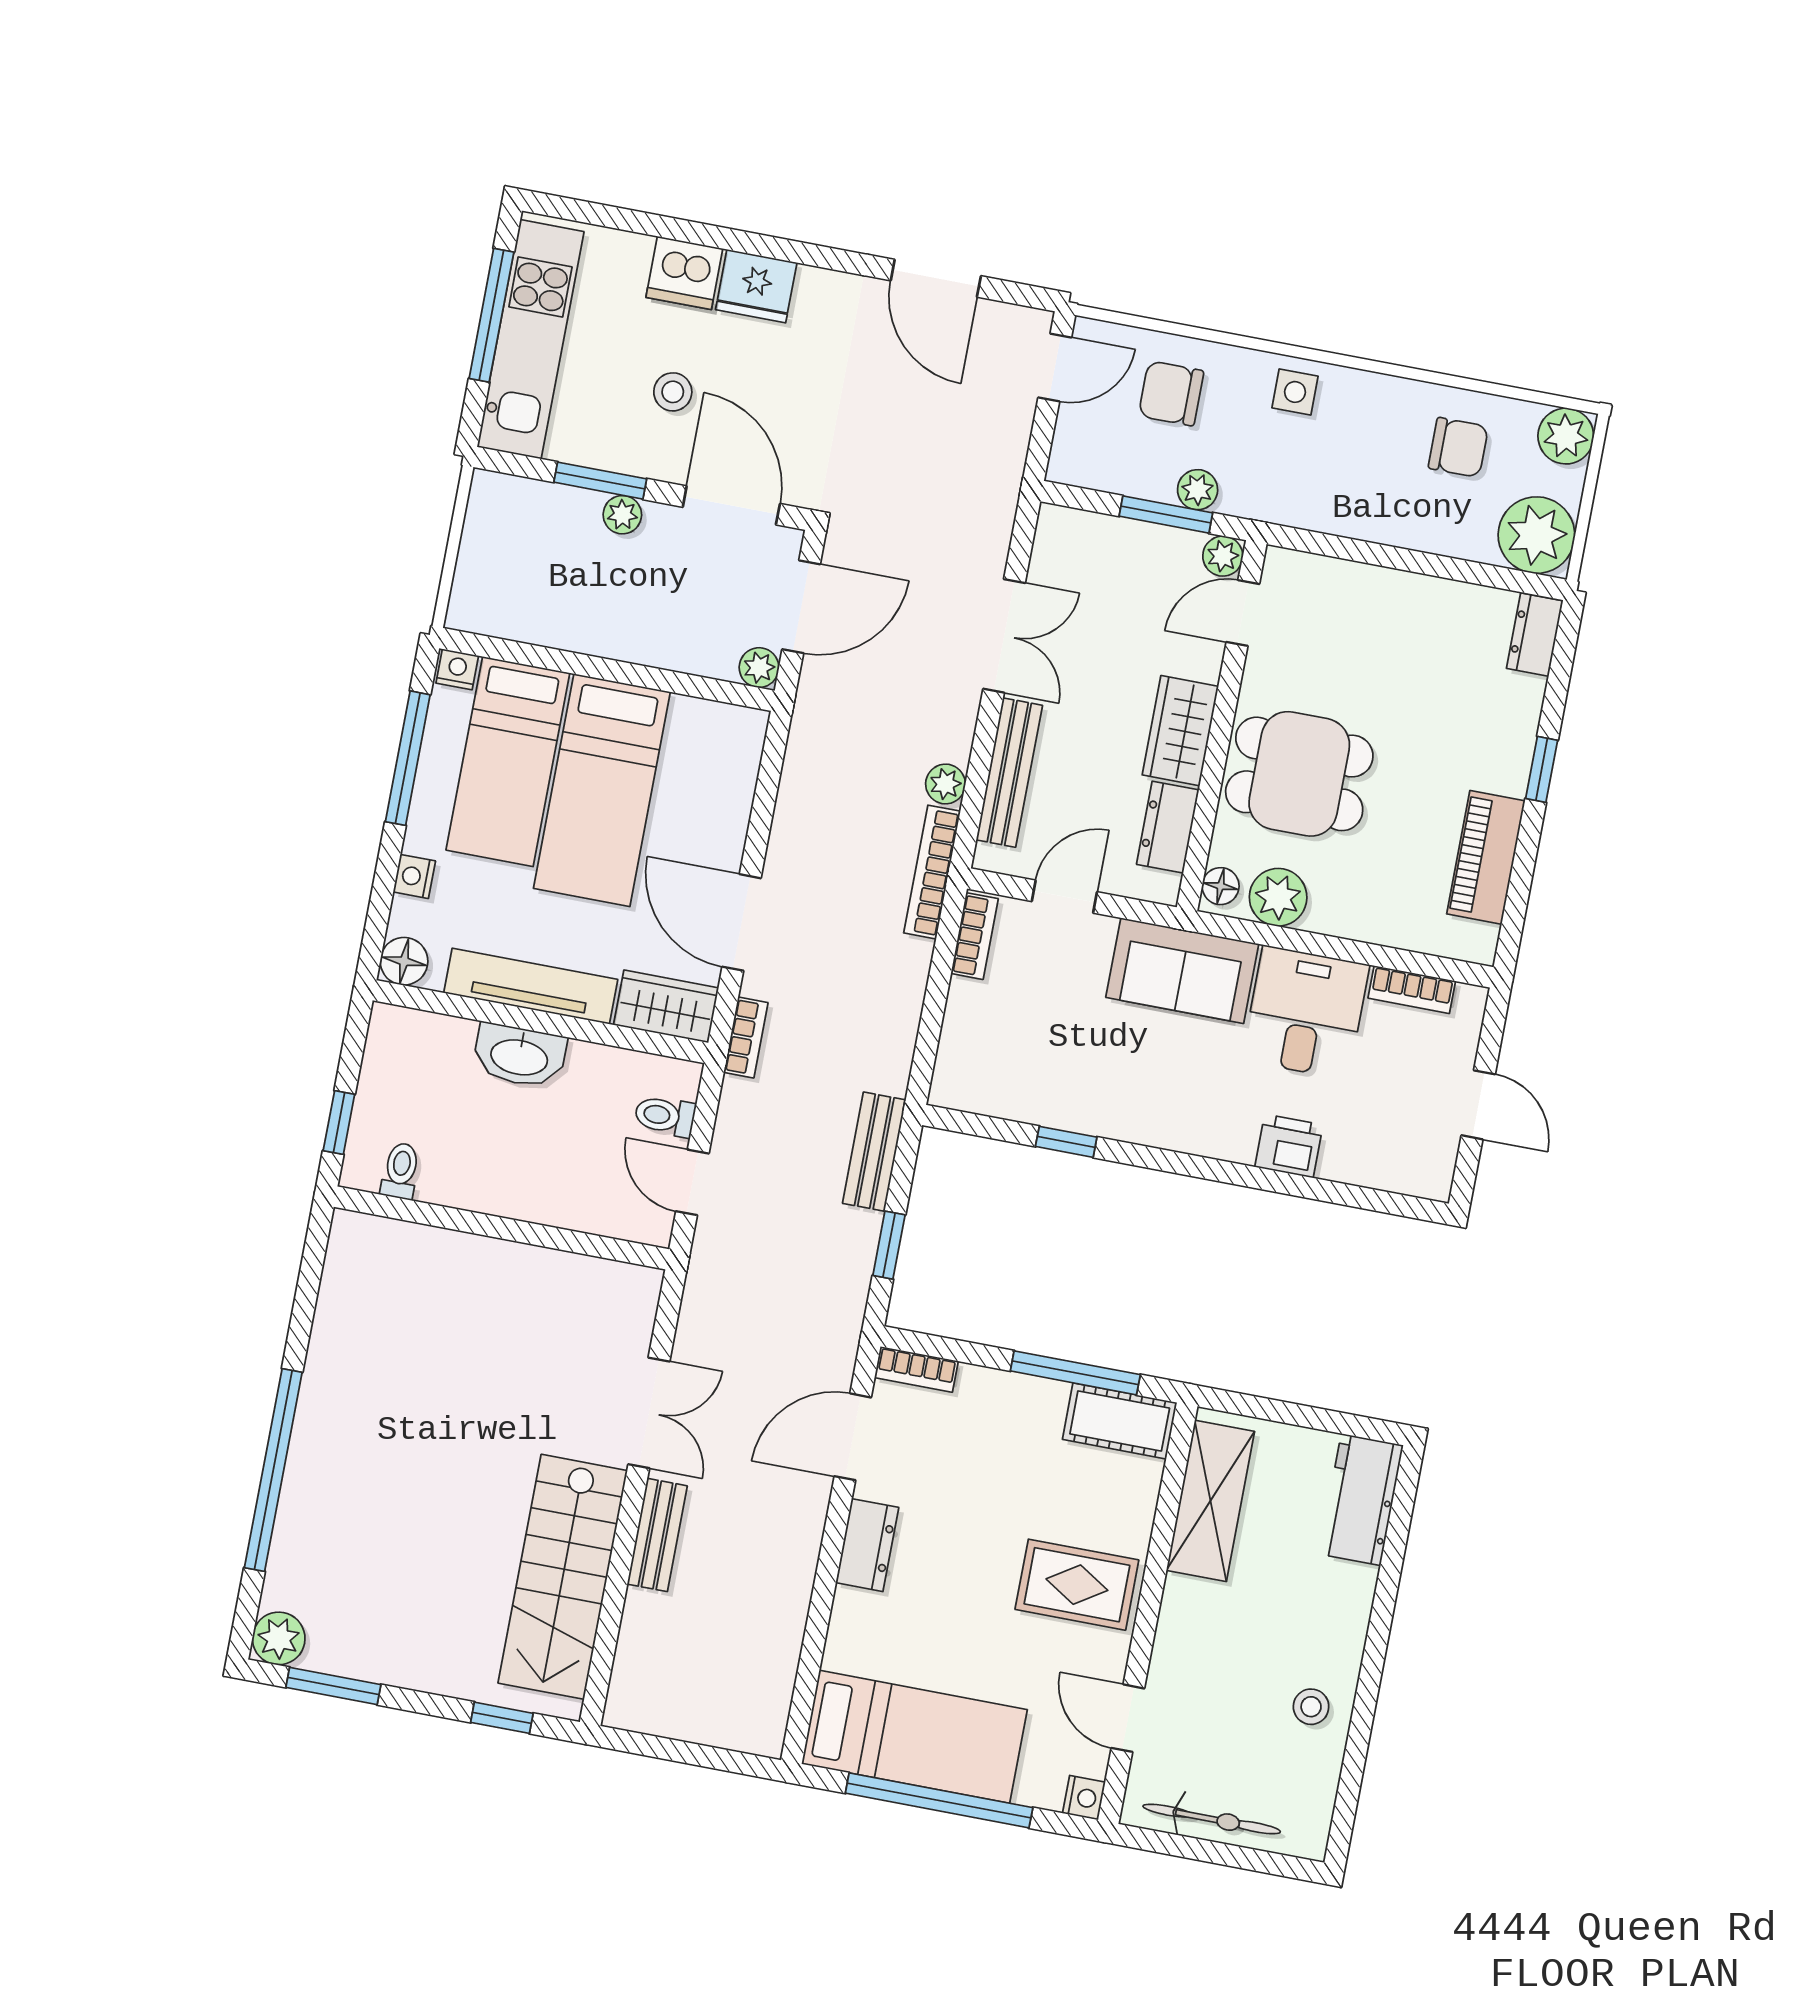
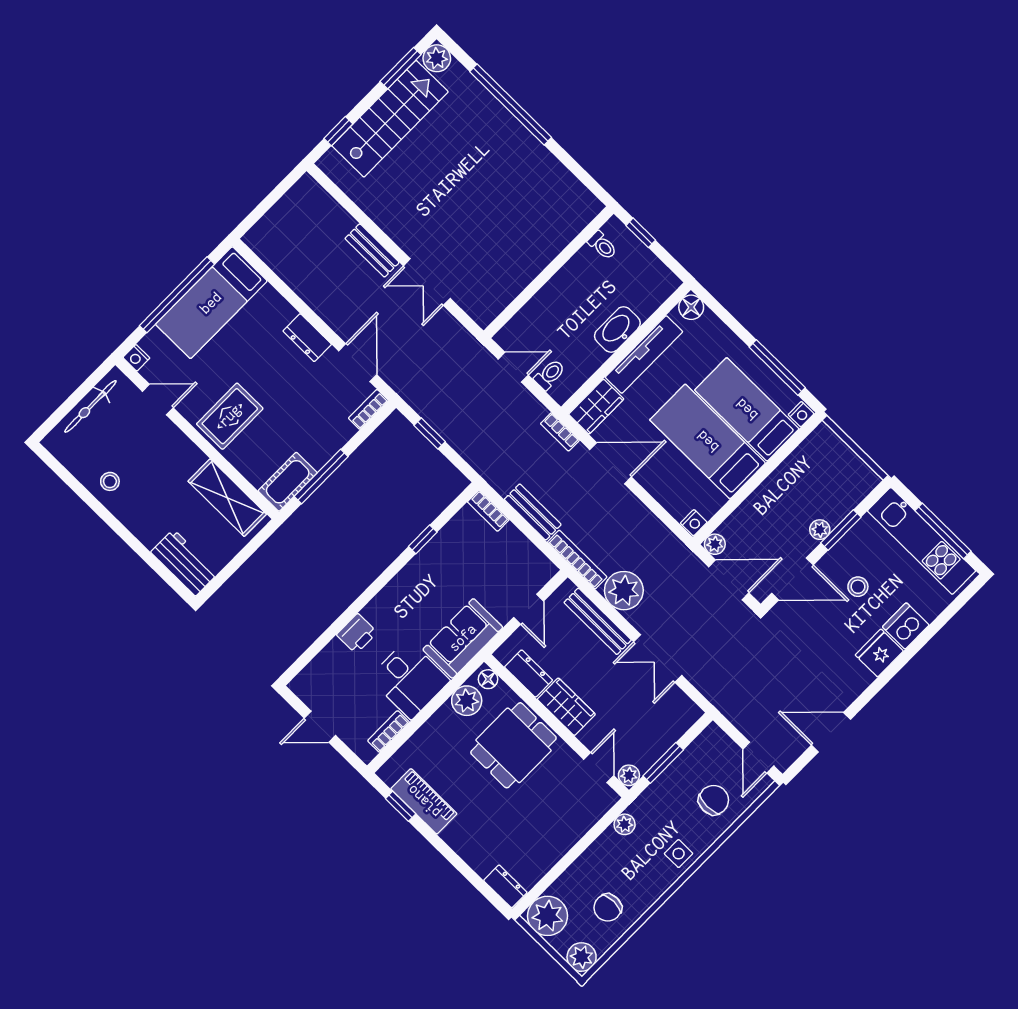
plant: (1198, 490) -> (625, 824), moved
door: (801, 607) -> (729, 580), swing flipped
window: (1542, 769) -> (401, 806), moved
plant: (945, 784) -> (624, 591), width x1.87, depth x1.87
nightstand: (414, 876) -> (694, 523), moved, turned 90
bookcase: (975, 936) -> (488, 511), moved
bench: (874, 1152) -> (533, 512), moved
stairs: (563, 1577) -> (390, 119), moved, turned 90

